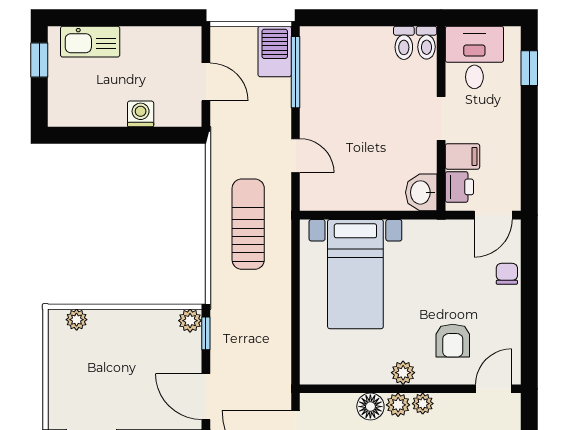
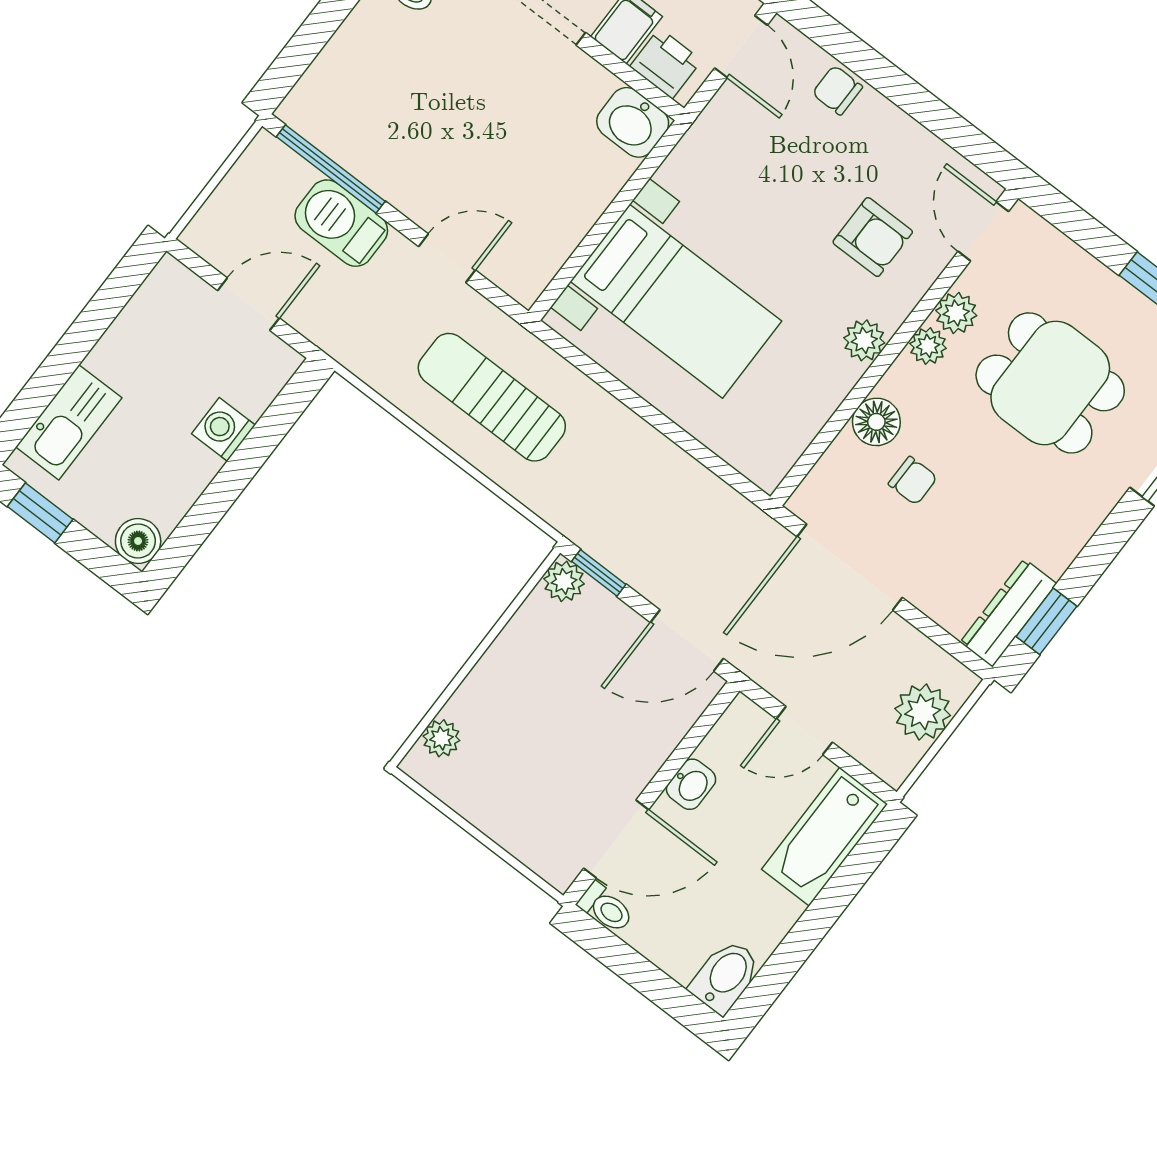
barbecue: (275, 51) -> (341, 223), moved
boiler: (60, 114) -> (138, 541), added
plant: (398, 405) -> (956, 313), moved

